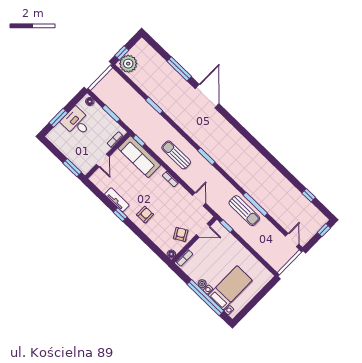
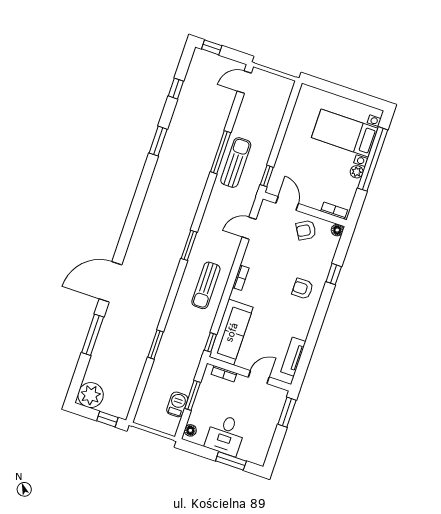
plant: (128, 64) -> (91, 395), moved
barbecue: (110, 101) -> (177, 404), added
window: (281, 168) -> (158, 141), added
tv unit: (117, 200) -> (293, 357), moved
window: (120, 215) -> (334, 274), moved

